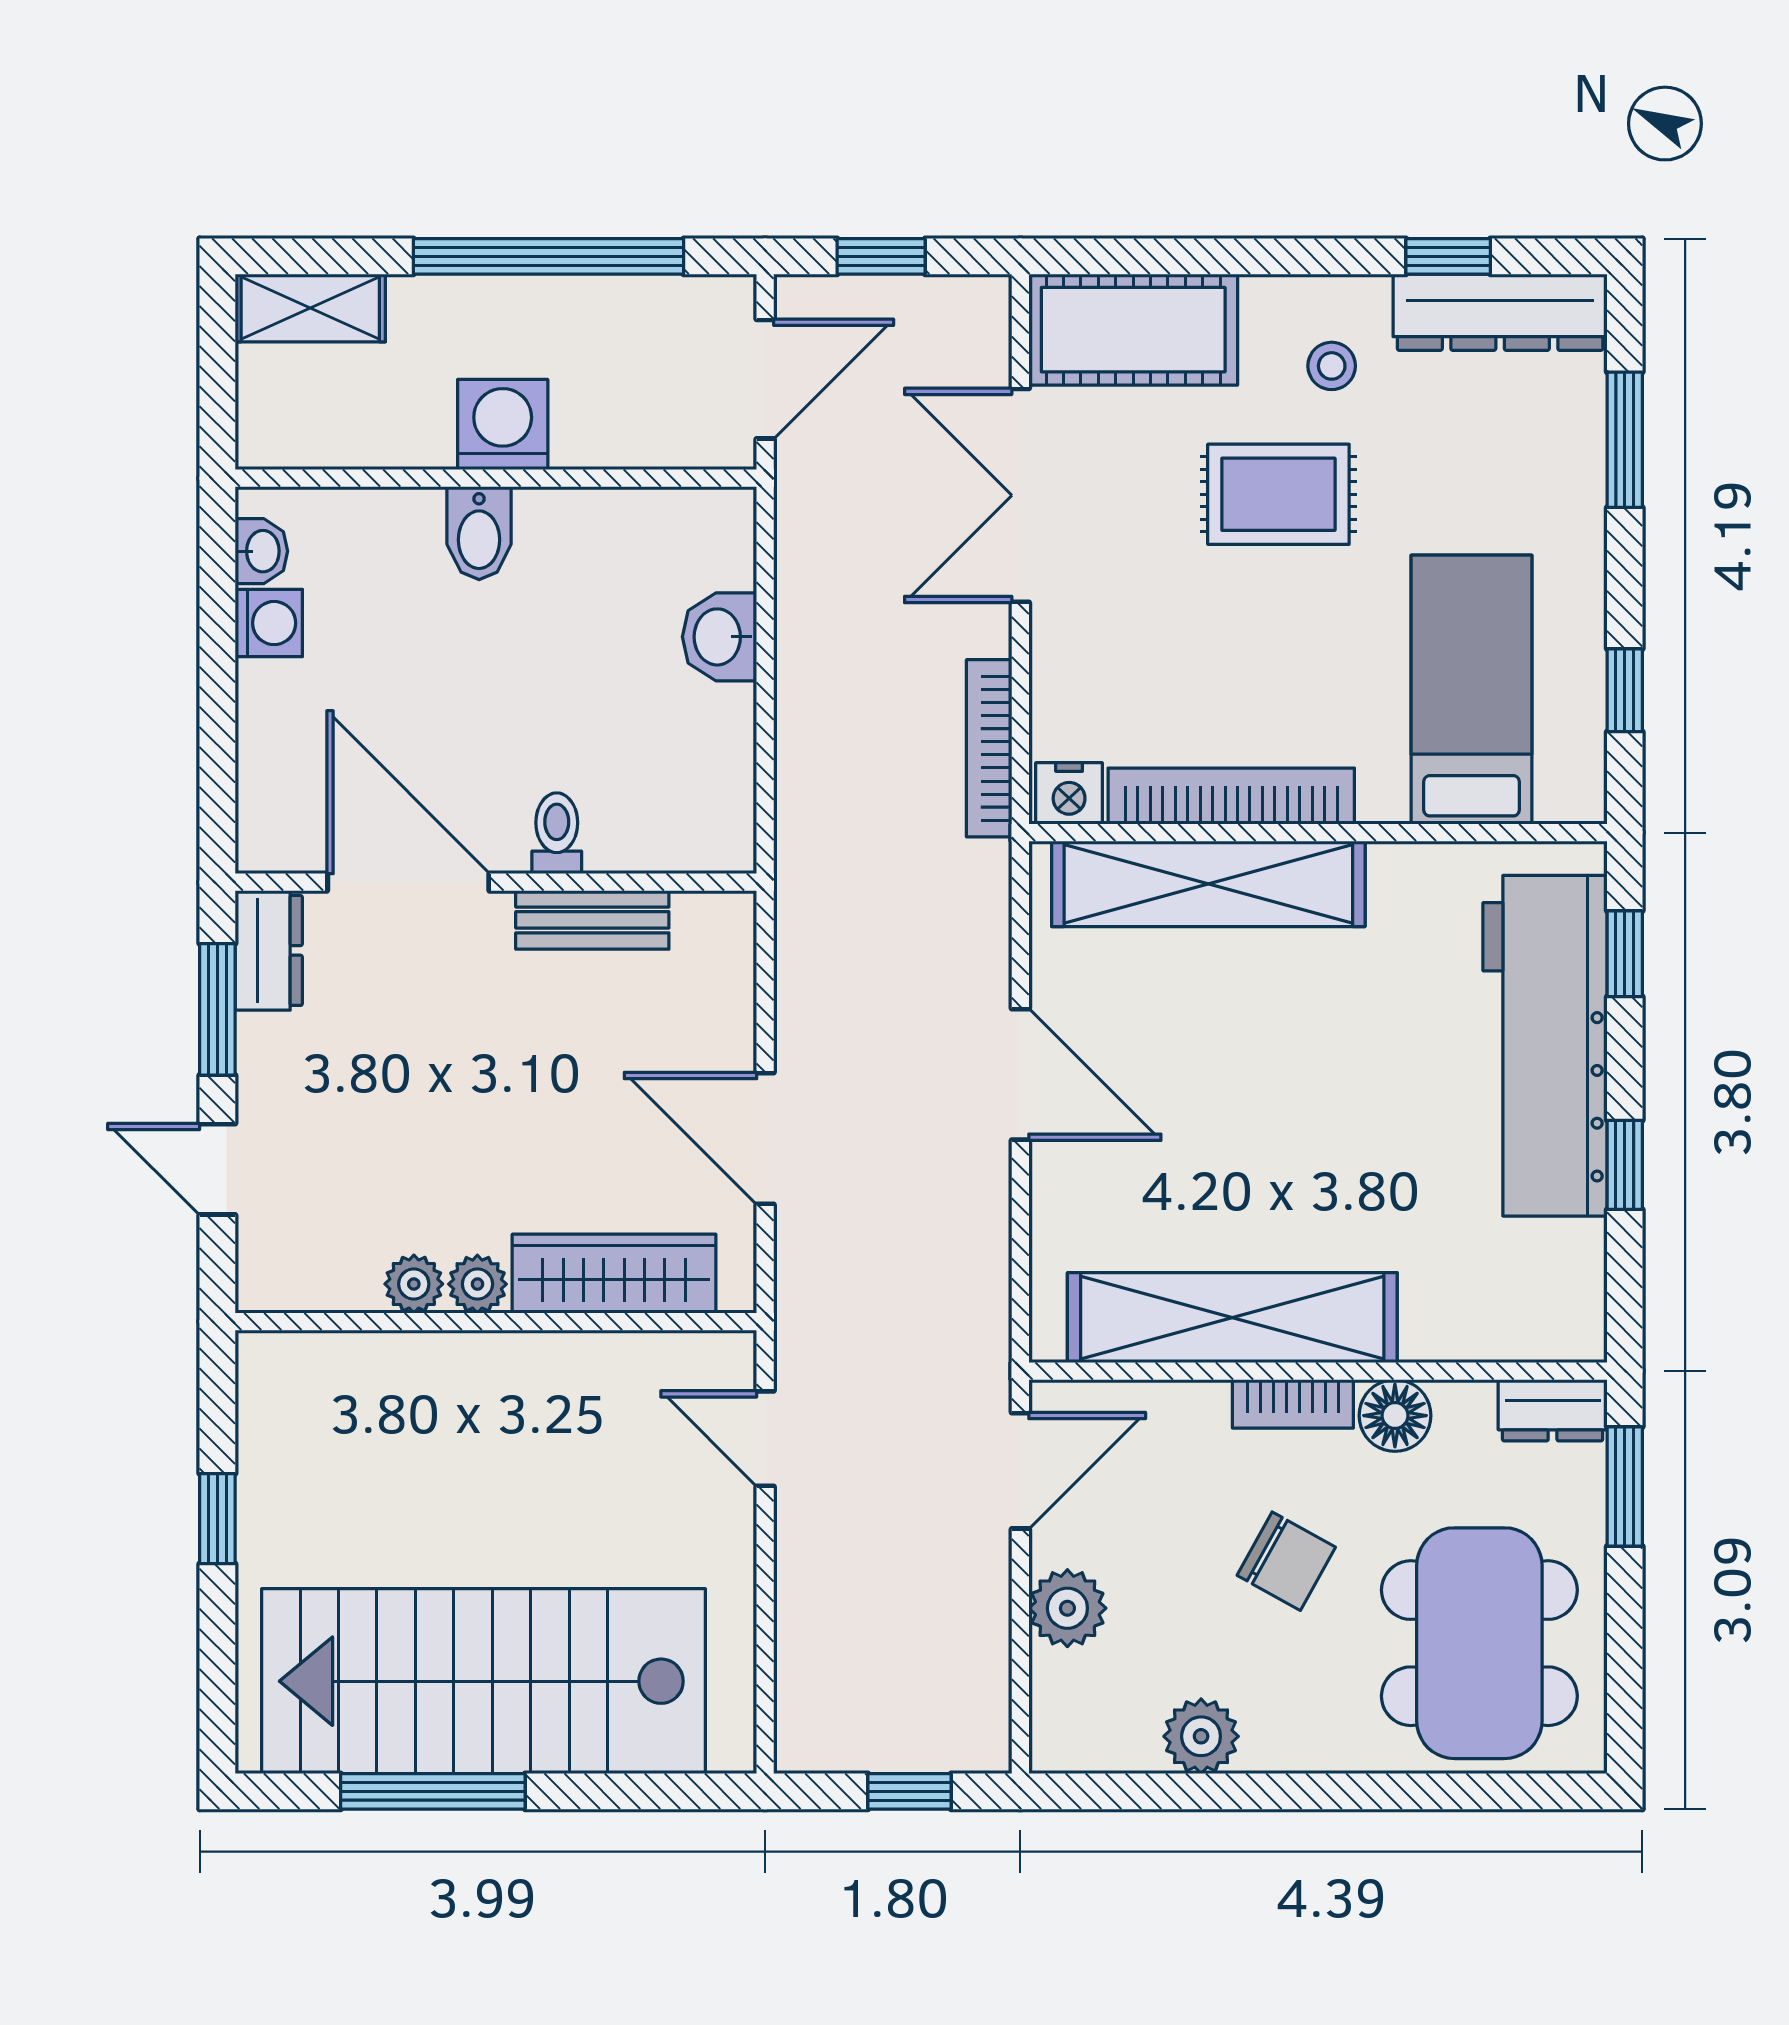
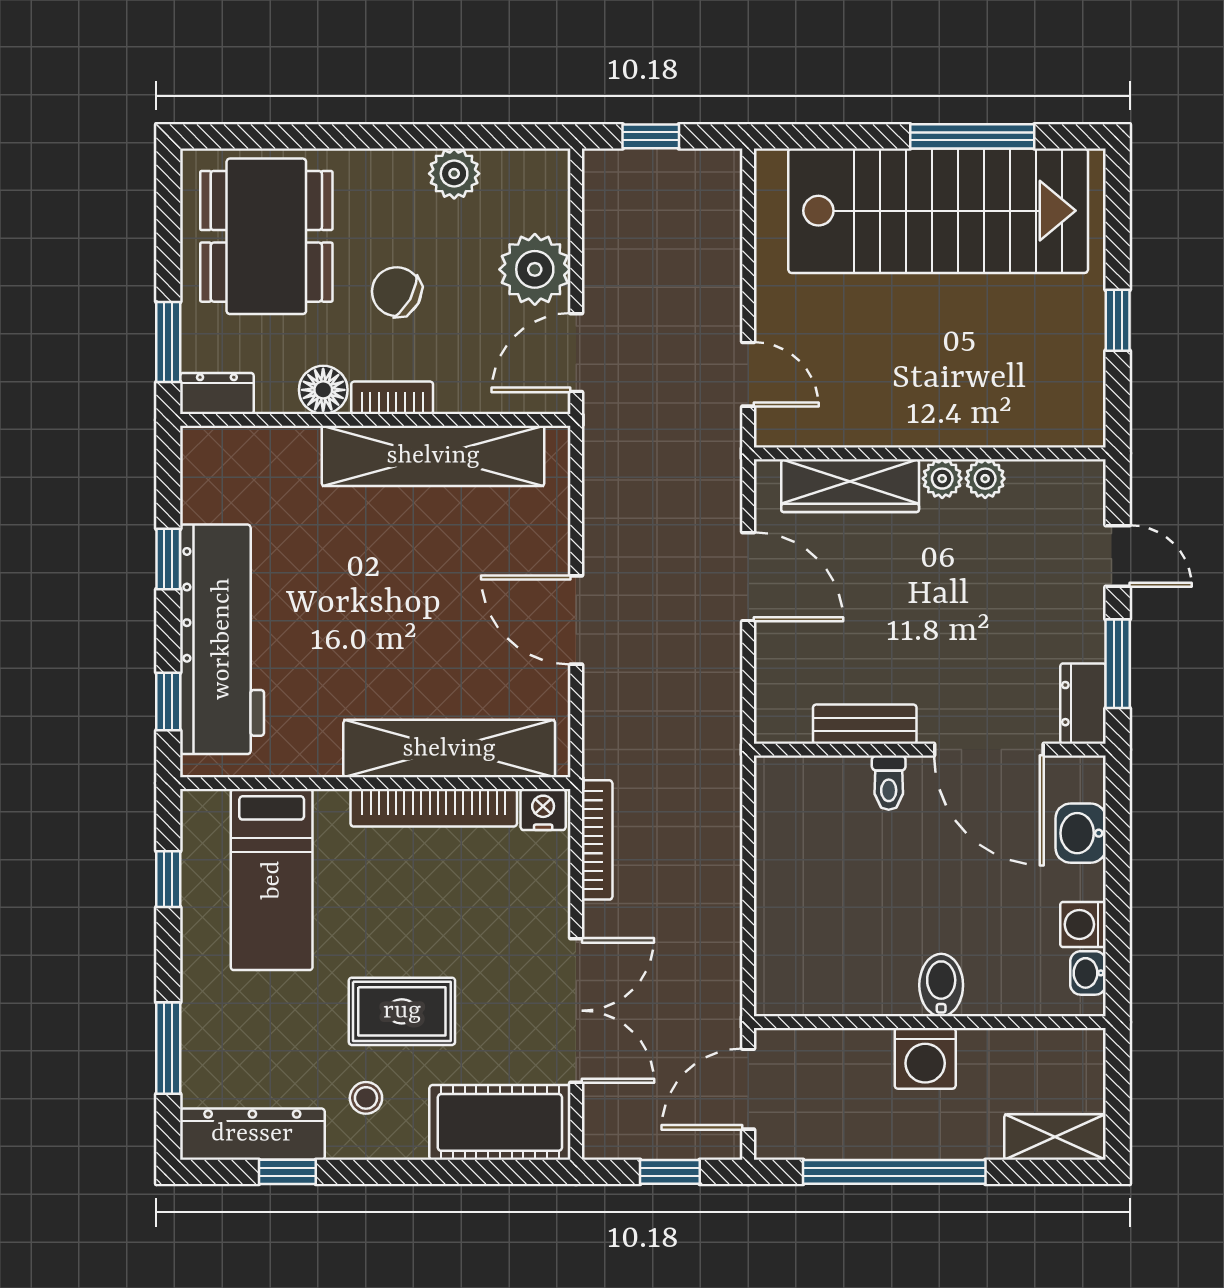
washbasin: (719, 637) -> (1081, 833), moved, turned 180
plant: (1067, 1608) -> (535, 269), width x1.36, depth x1.36

